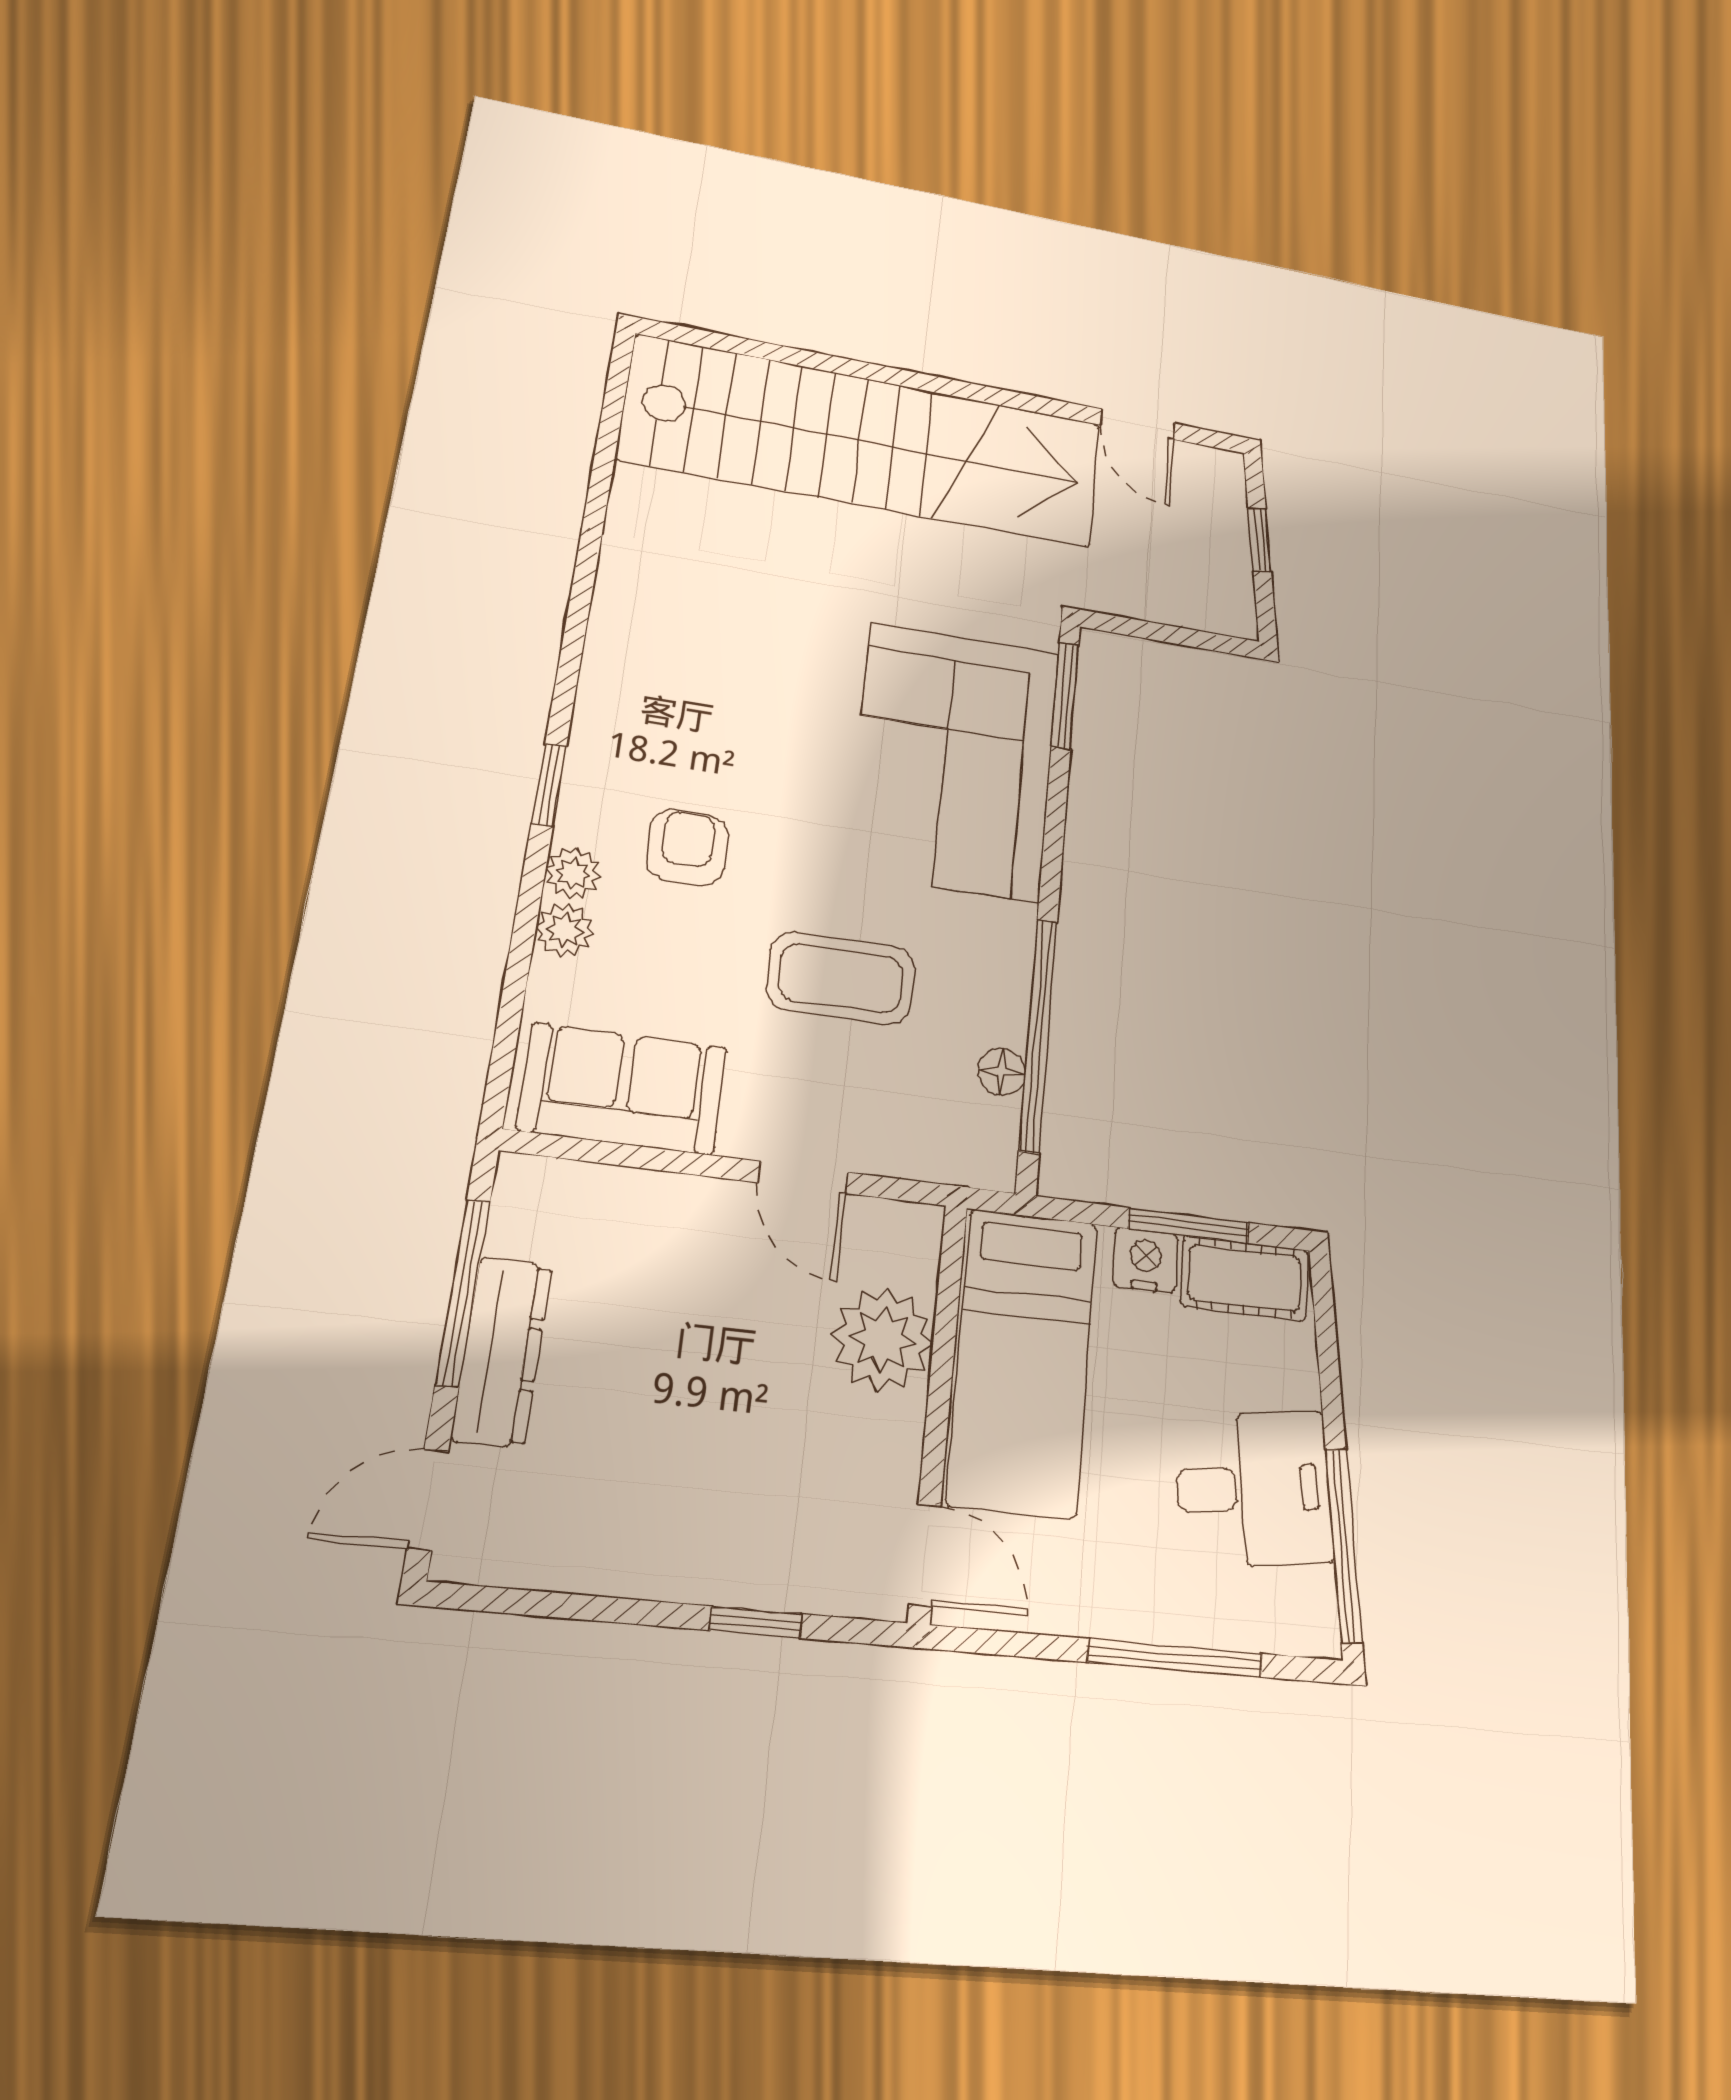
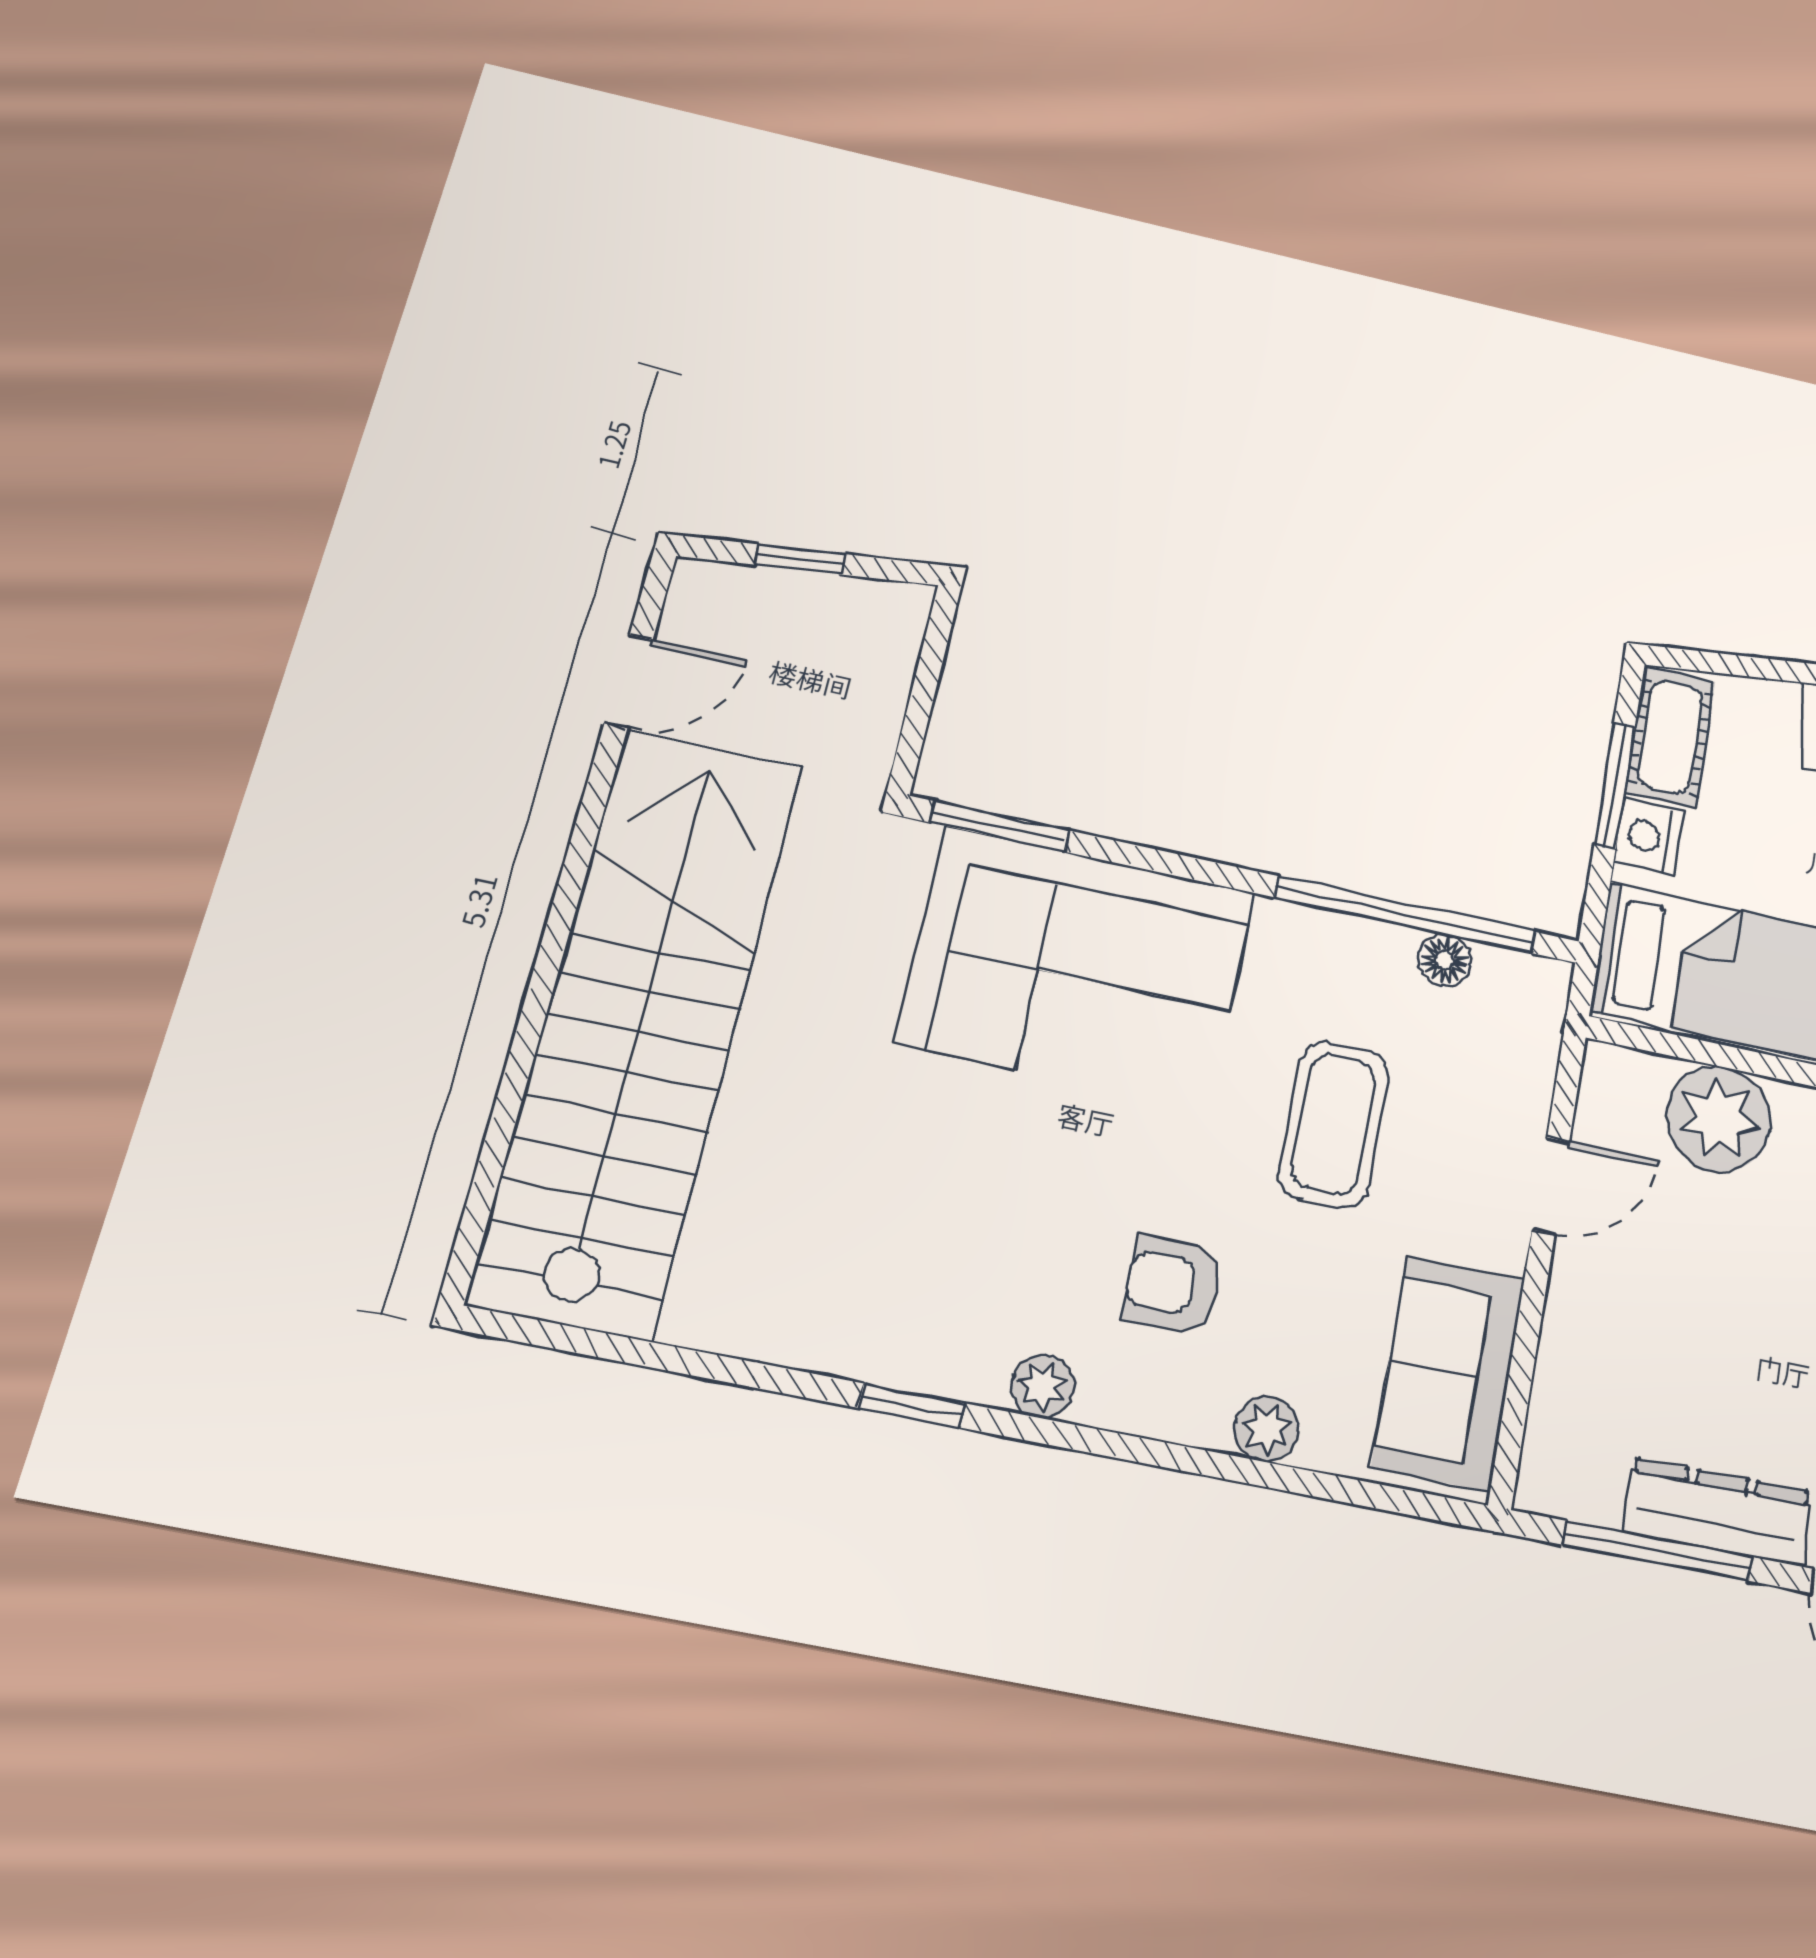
window: (549, 785) -> (912, 1406), moved
plant: (573, 873) -> (1043, 1386), moved

